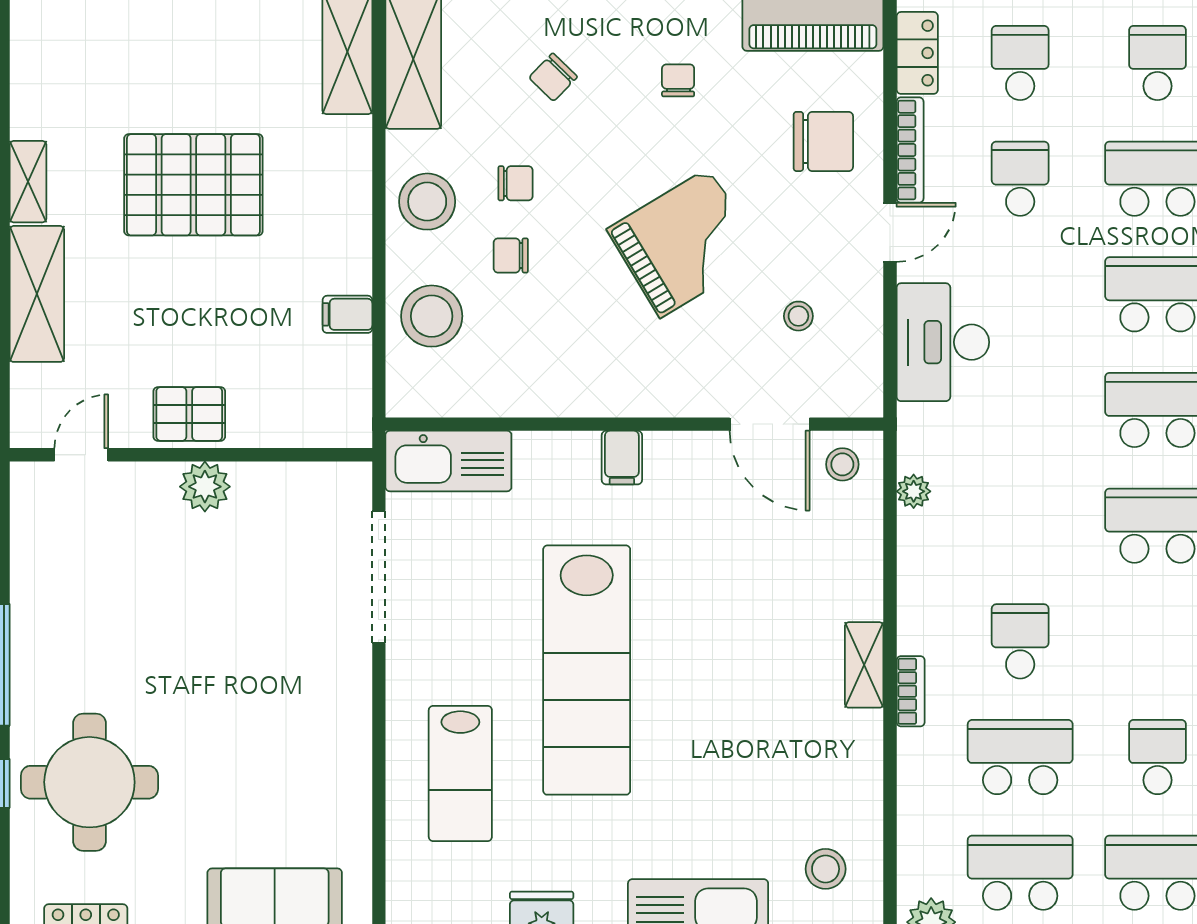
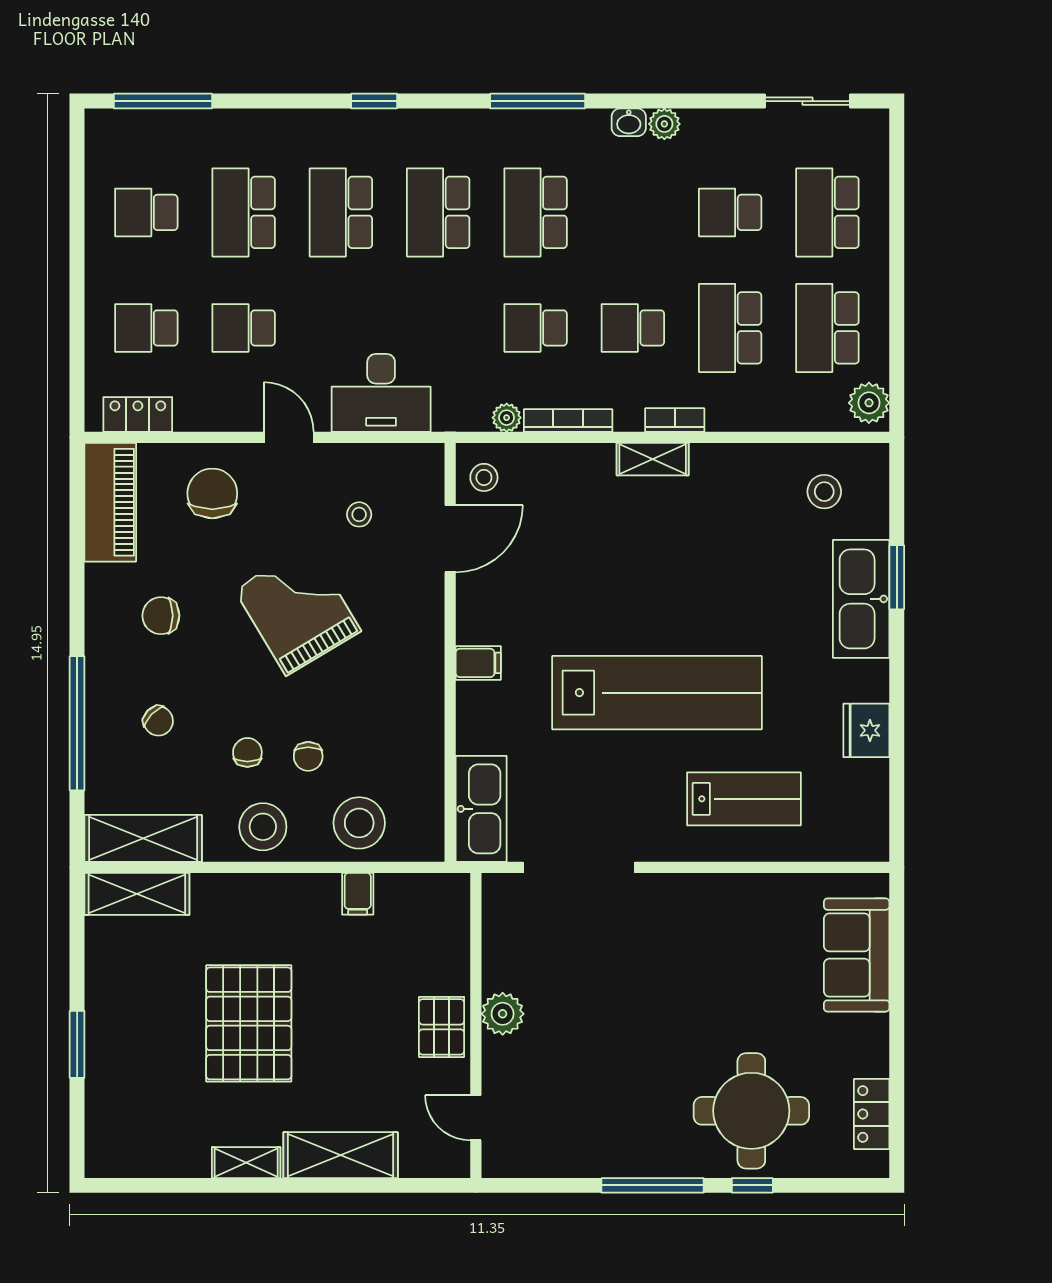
chair: (678, 80) -> (161, 616), width x1.37, depth x1.37
bookcase: (910, 150) -> (568, 421), moved
school desk: (1020, 526) -> (536, 328), added

